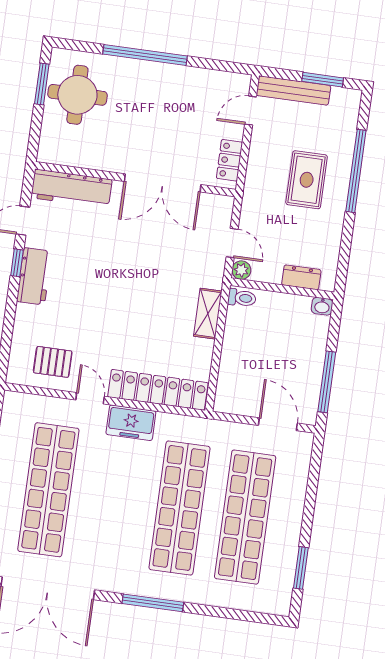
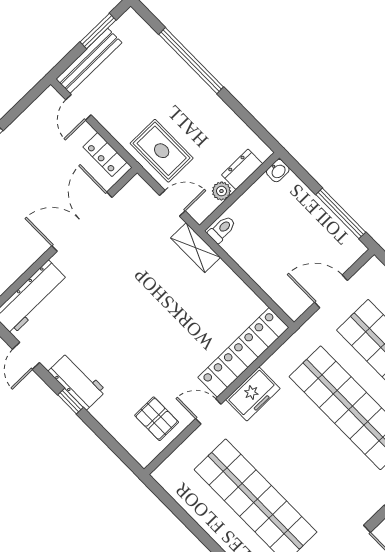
rug: (307, 180) -> (162, 151), moved
double door: (163, 183) -> (82, 222), swing flipped
window: (17, 263) -> (70, 401), moved
plant: (241, 270) -> (221, 191), moved
shelving: (208, 314) -> (195, 248), moved
pallet: (53, 362) -> (157, 419), turned 90
door: (278, 424) -> (331, 291), moved

